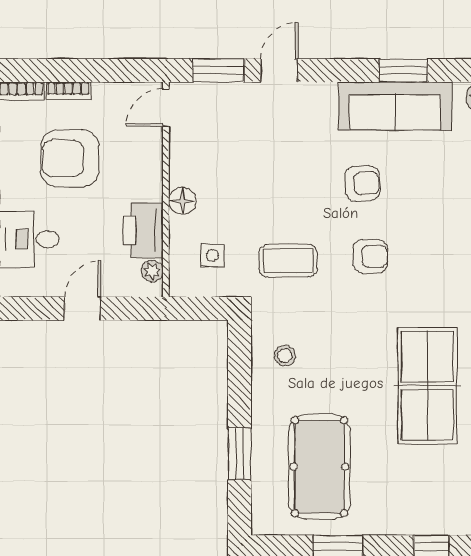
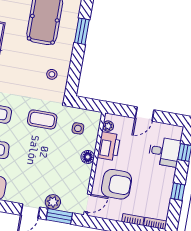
plant: (237, 97) -> (53, 202), added
armchair: (70, 158) -> (117, 184), moved

